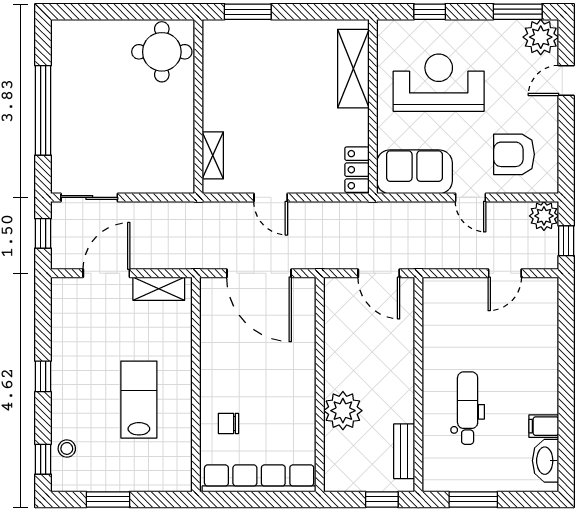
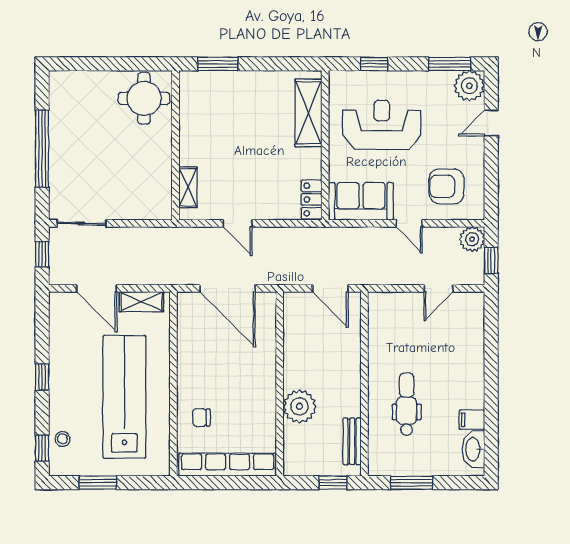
door: (106, 273) -> (97, 288), swing flipped
lab bench: (139, 400) -> (124, 397), width x1.86, depth x1.39

